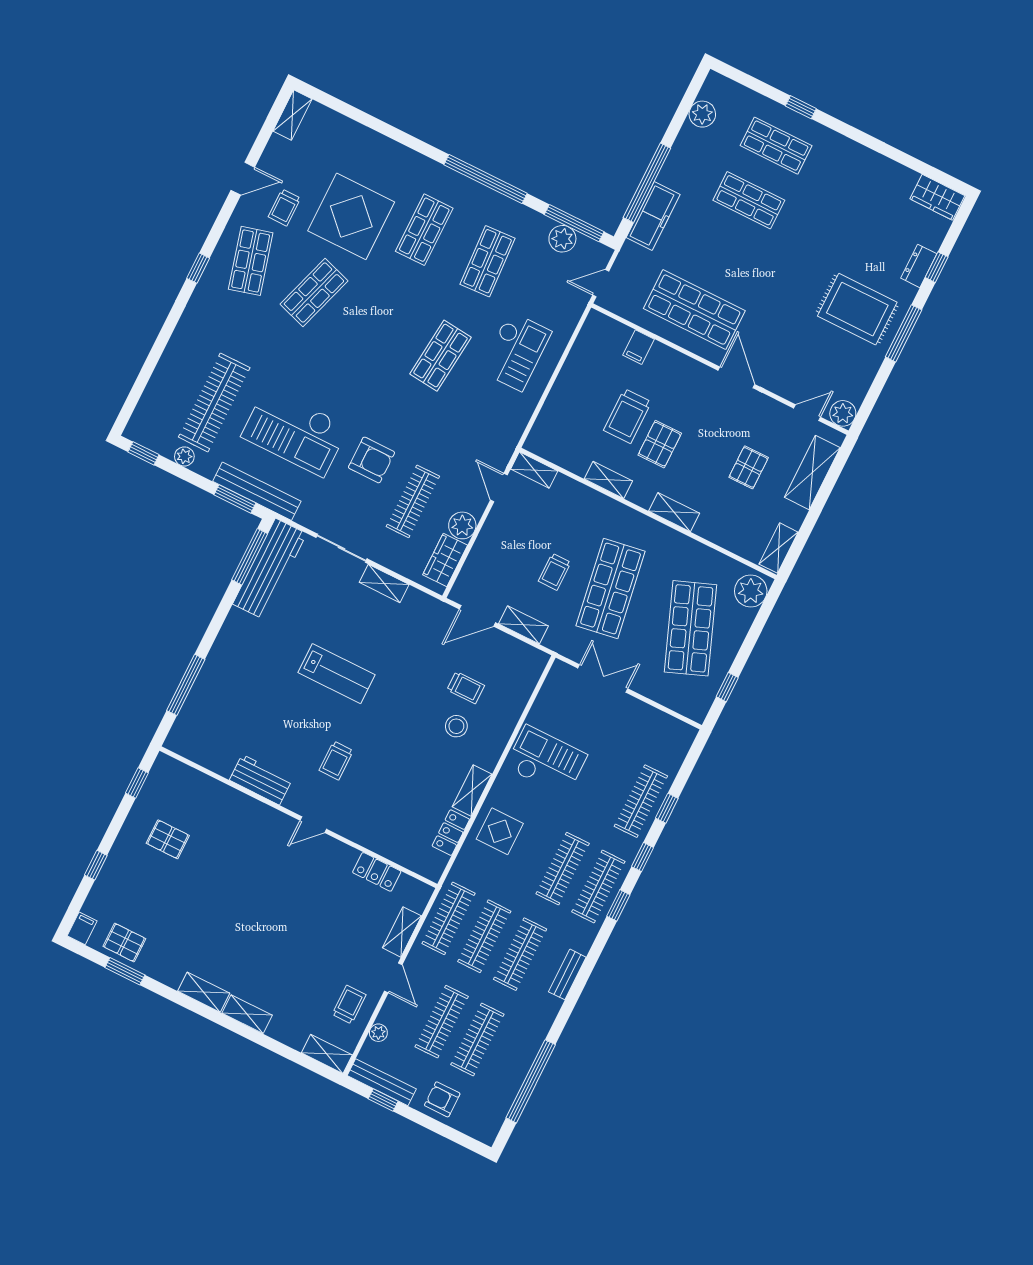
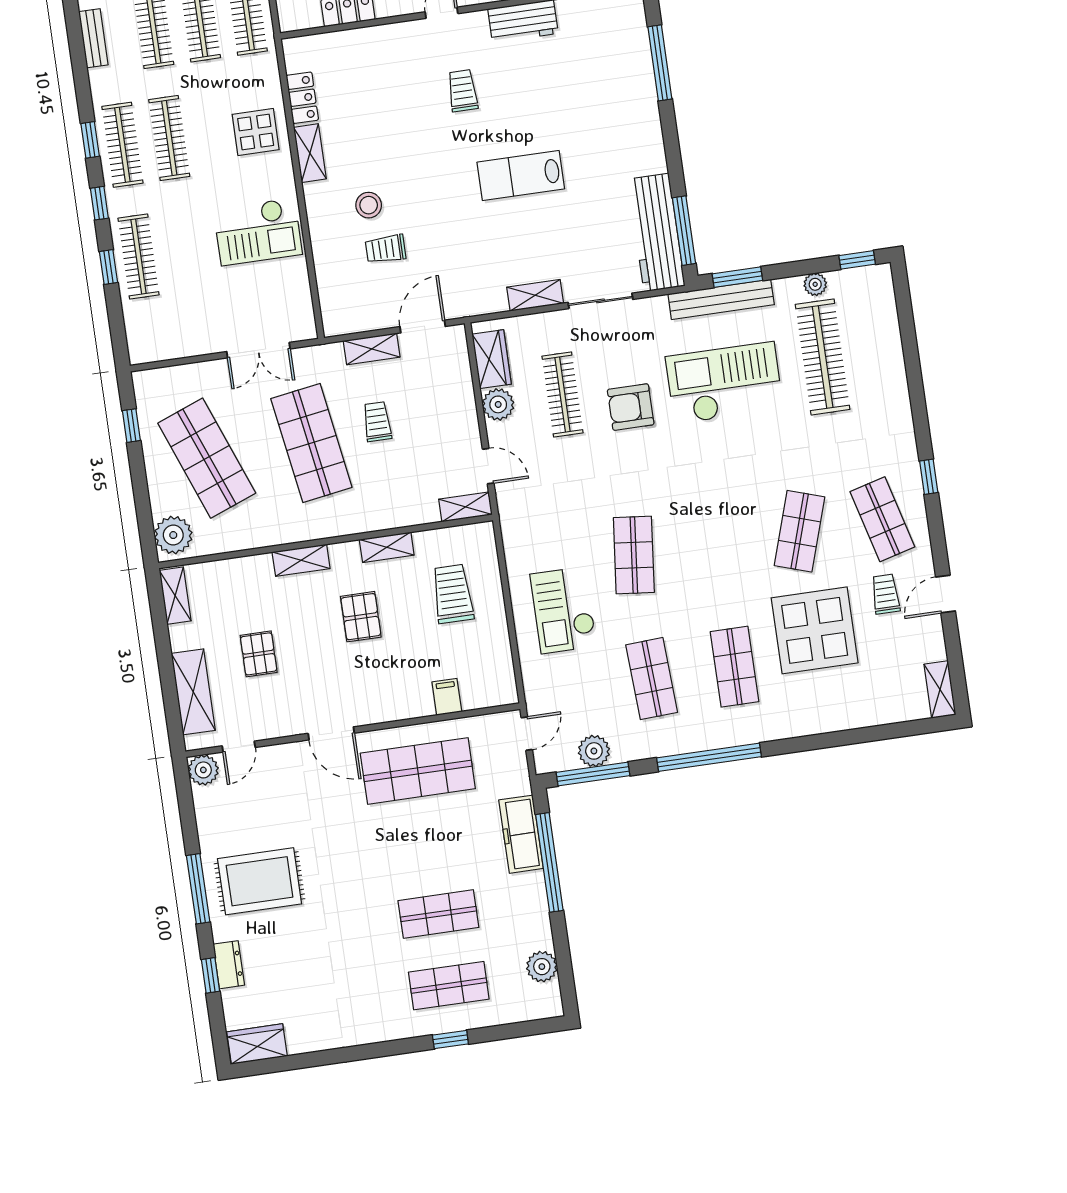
trolley: (627, 416) -> (453, 594), moved

